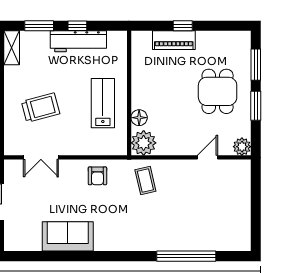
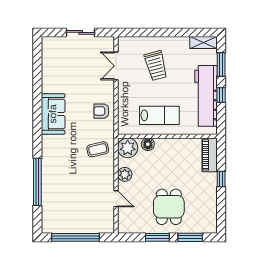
piano: (174, 40) -> (210, 155), moved
workbench: (78, 41) -> (206, 96), width x1.36, depth x1.32
dining table: (218, 91) -> (169, 207), turned 90
plant: (242, 147) -> (125, 174), moved
window: (256, 208) -> (75, 237), added
sofa: (68, 236) -> (53, 114), moved

